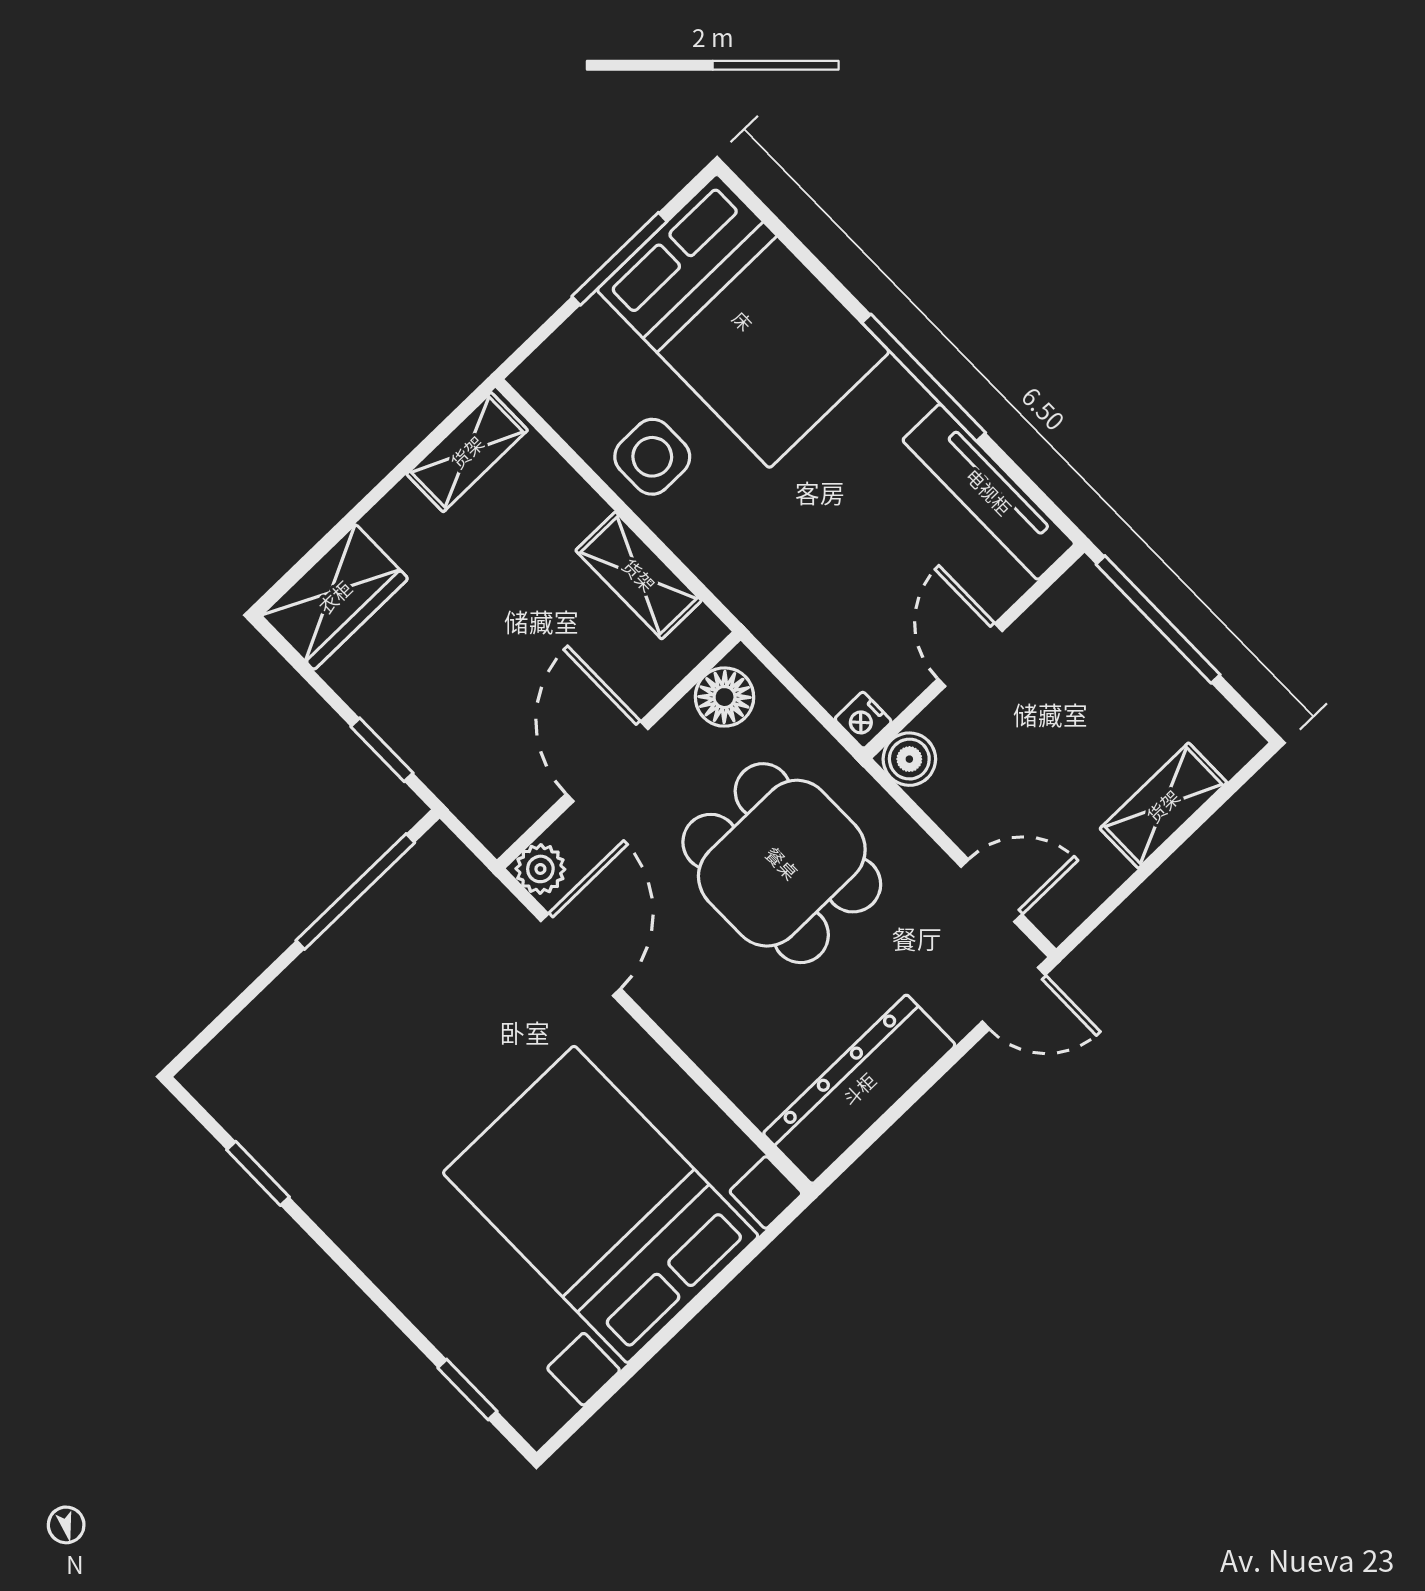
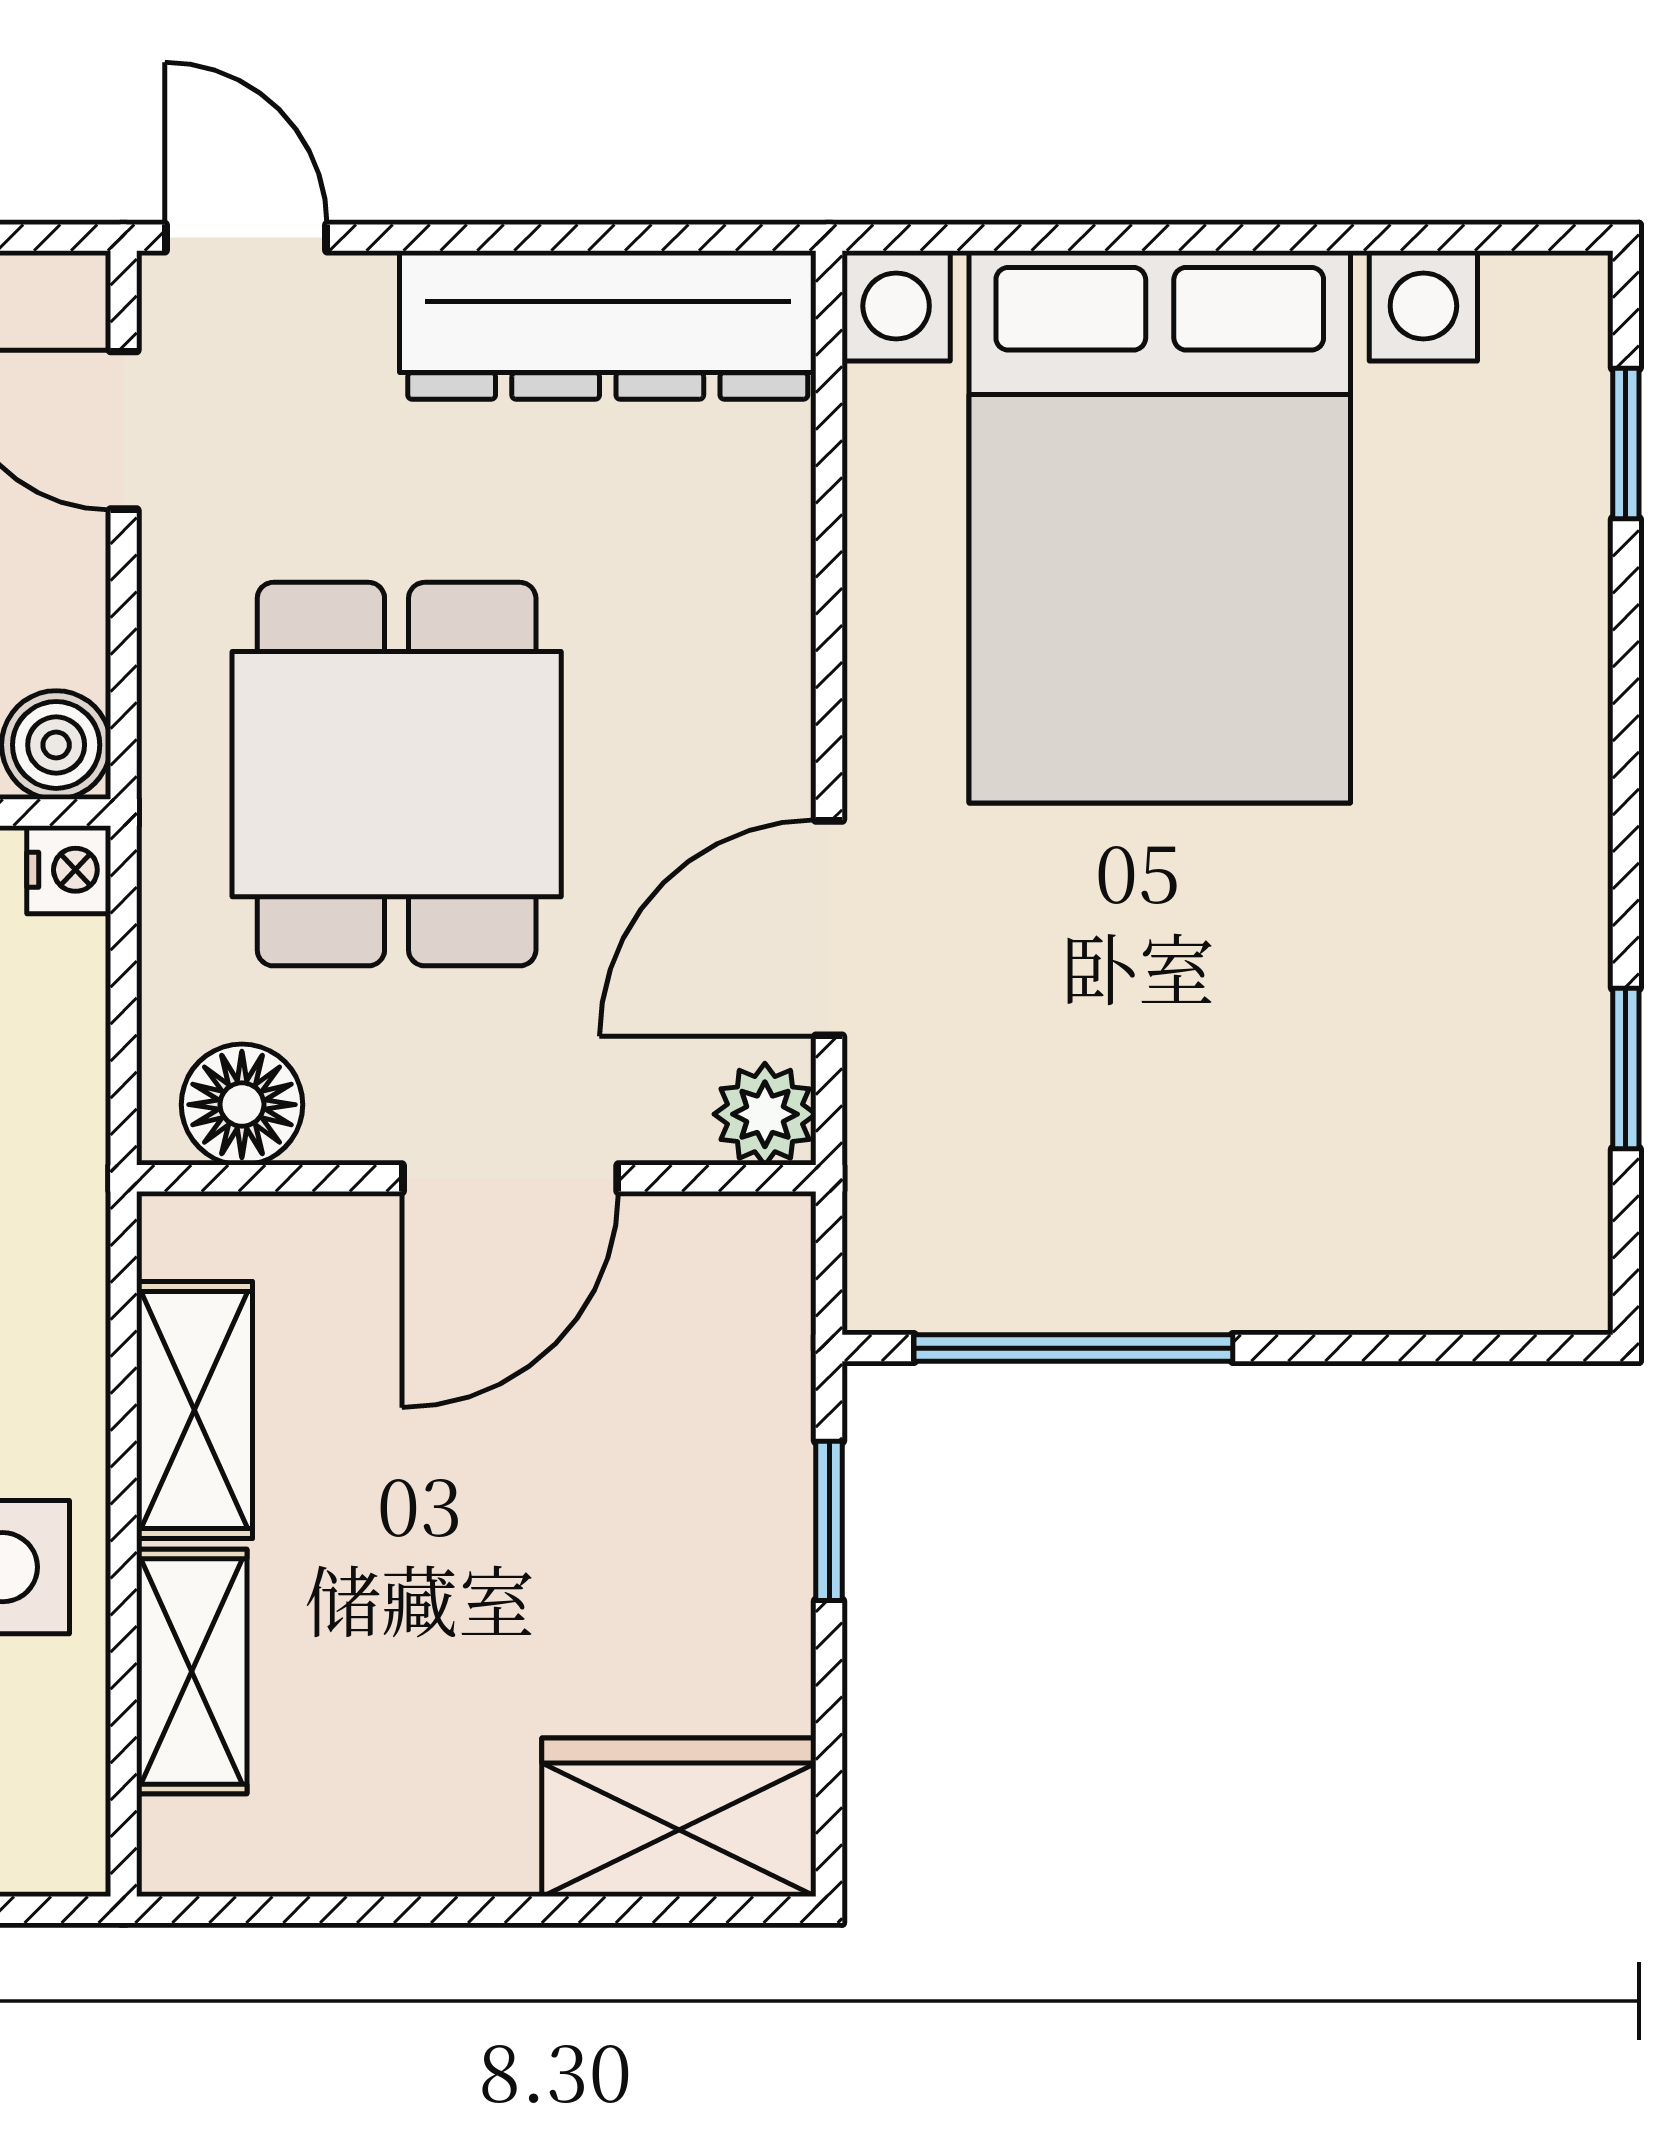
shelving: (467, 452) -> (192, 1672), moved, turned 90

